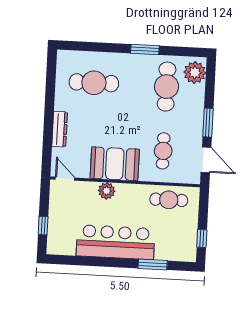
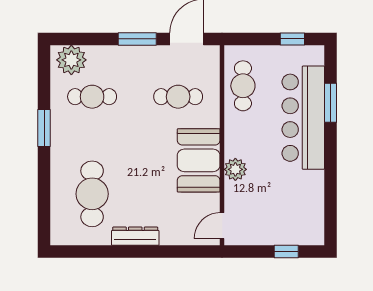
cafe table: (167, 87) -> (92, 97), width x0.73, depth x0.74
dresser: (60, 129) -> (135, 236), moved
bar counter: (115, 242) -> (303, 118), moved

